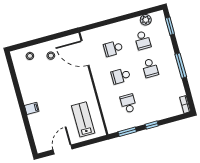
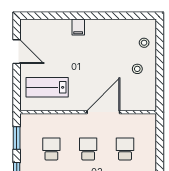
door: (85, 53) -> (103, 112), moved
school desk: (128, 104) -> (51, 149), turned -90
lab bench: (83, 119) -> (47, 87), turned 180

